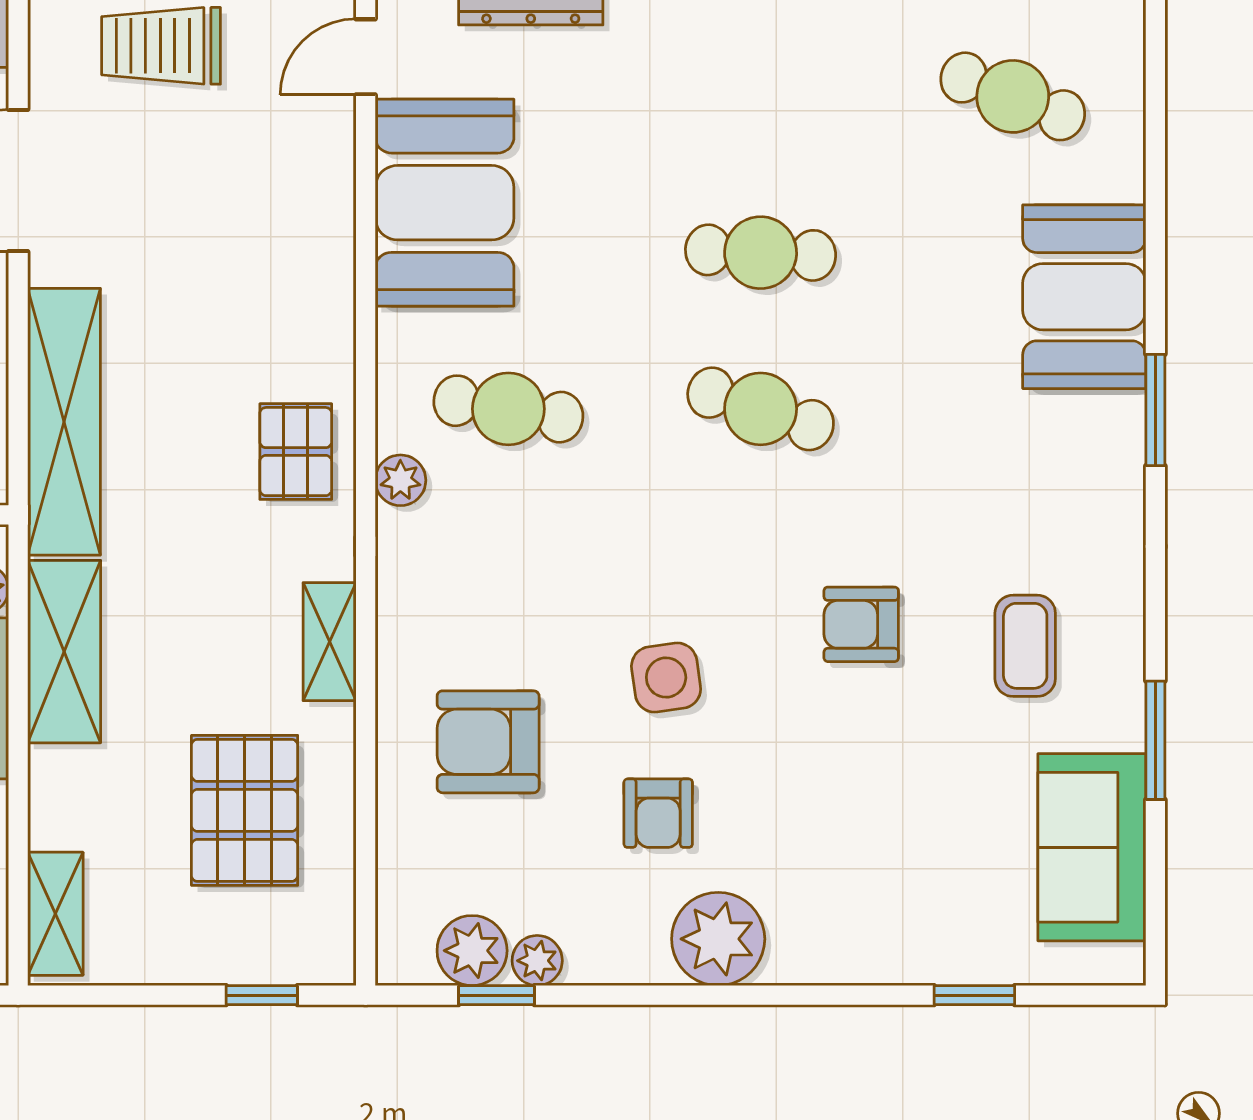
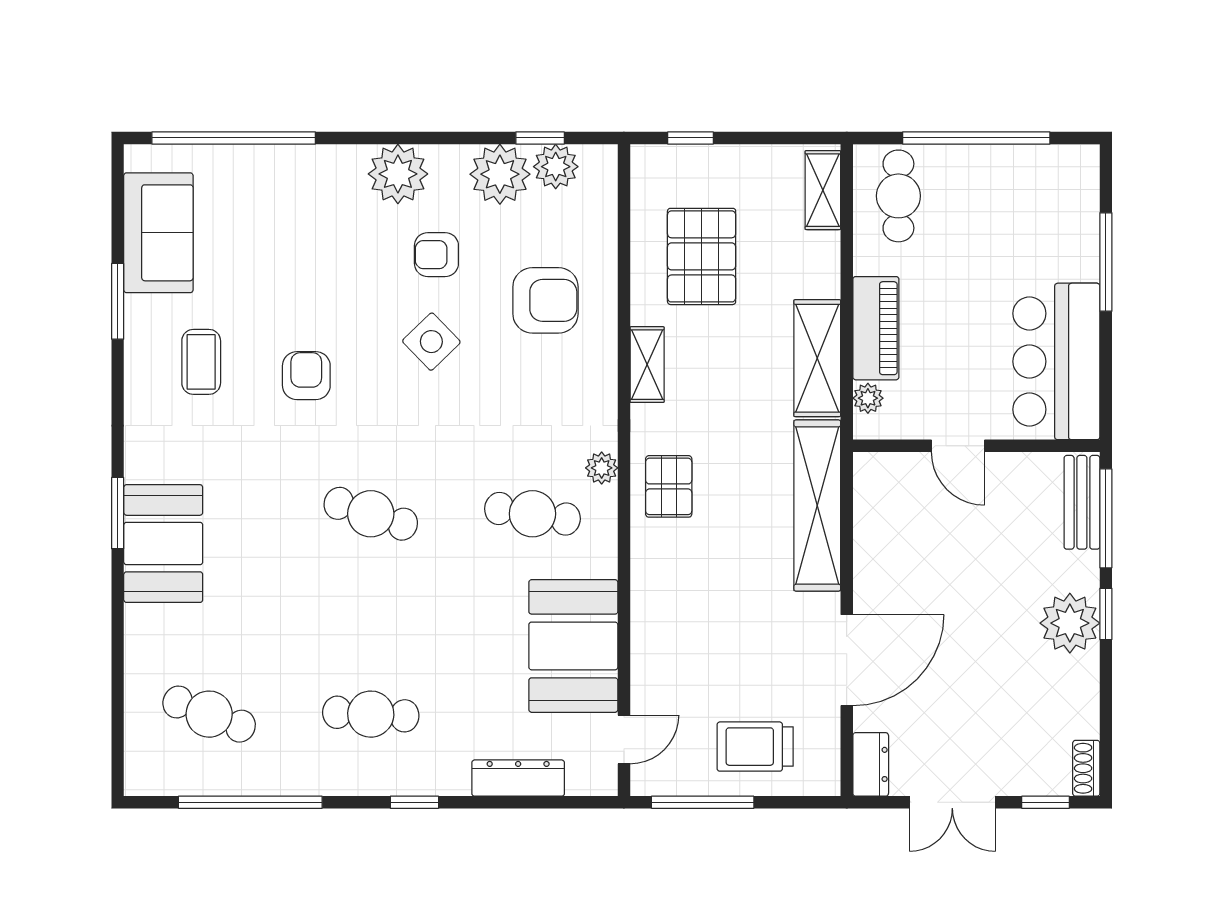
trolley: (161, 46) -> (755, 747), turned 180
cafe table: (761, 253) -> (371, 714), moved
booth: (1084, 297) -> (163, 544), moved
armchair: (861, 624) -> (306, 376), turned -90
side table: (666, 678) -> (431, 342), turned -36
armchair: (658, 813) -> (436, 255), turned -90
plant: (537, 961) -> (500, 174), width x1.88, depth x1.88
window: (974, 995) -> (234, 138), width x3.17

